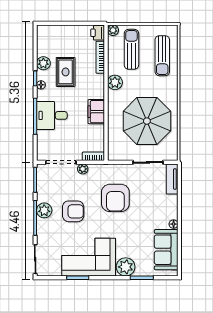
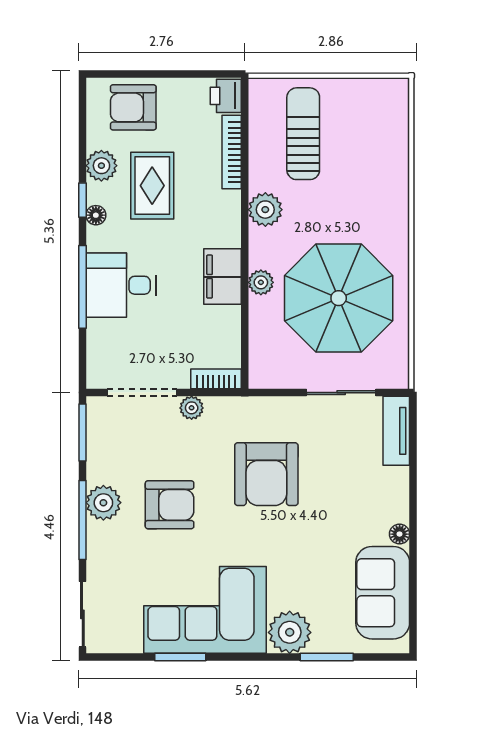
plant: (113, 30) -> (261, 282), moved
armchair: (57, 38) -> (133, 107), added
sun lounger: (162, 56) -> (374, 148), removed

